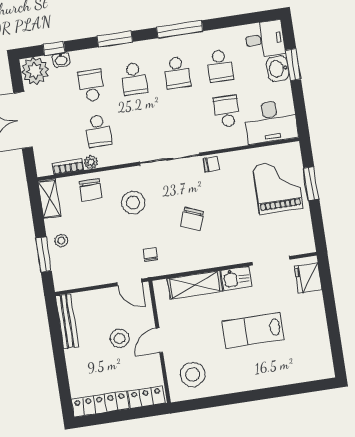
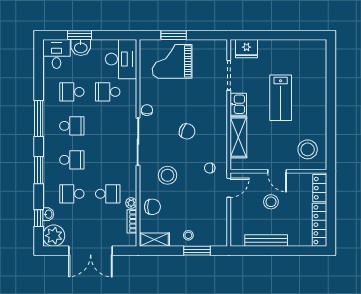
school desk: (220, 66) -> (72, 92), turned 180
bench: (67, 321) -> (266, 240), moved

